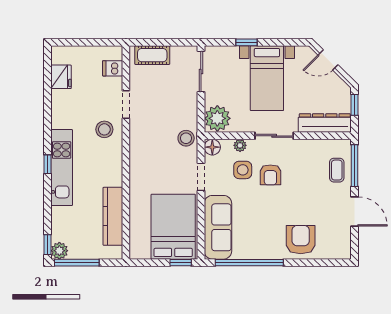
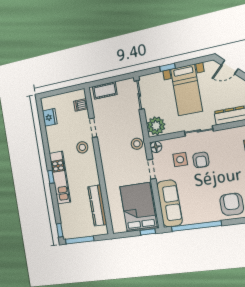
plant: (240, 145) -> (175, 142), removed
plant: (59, 251) -> (68, 233), removed

